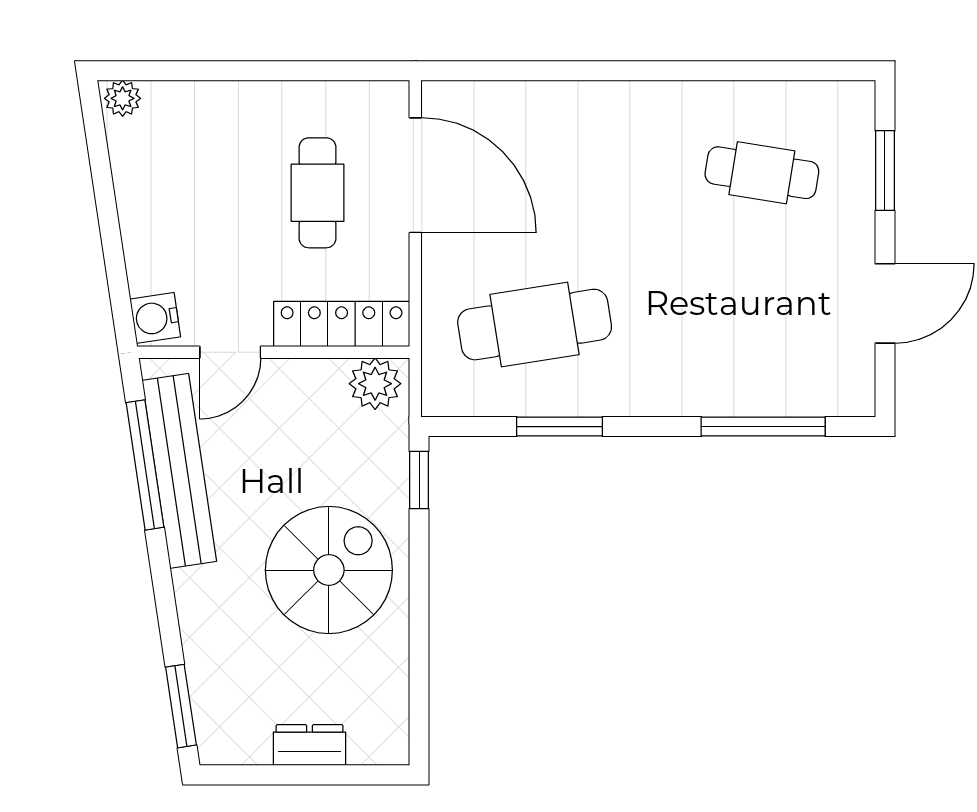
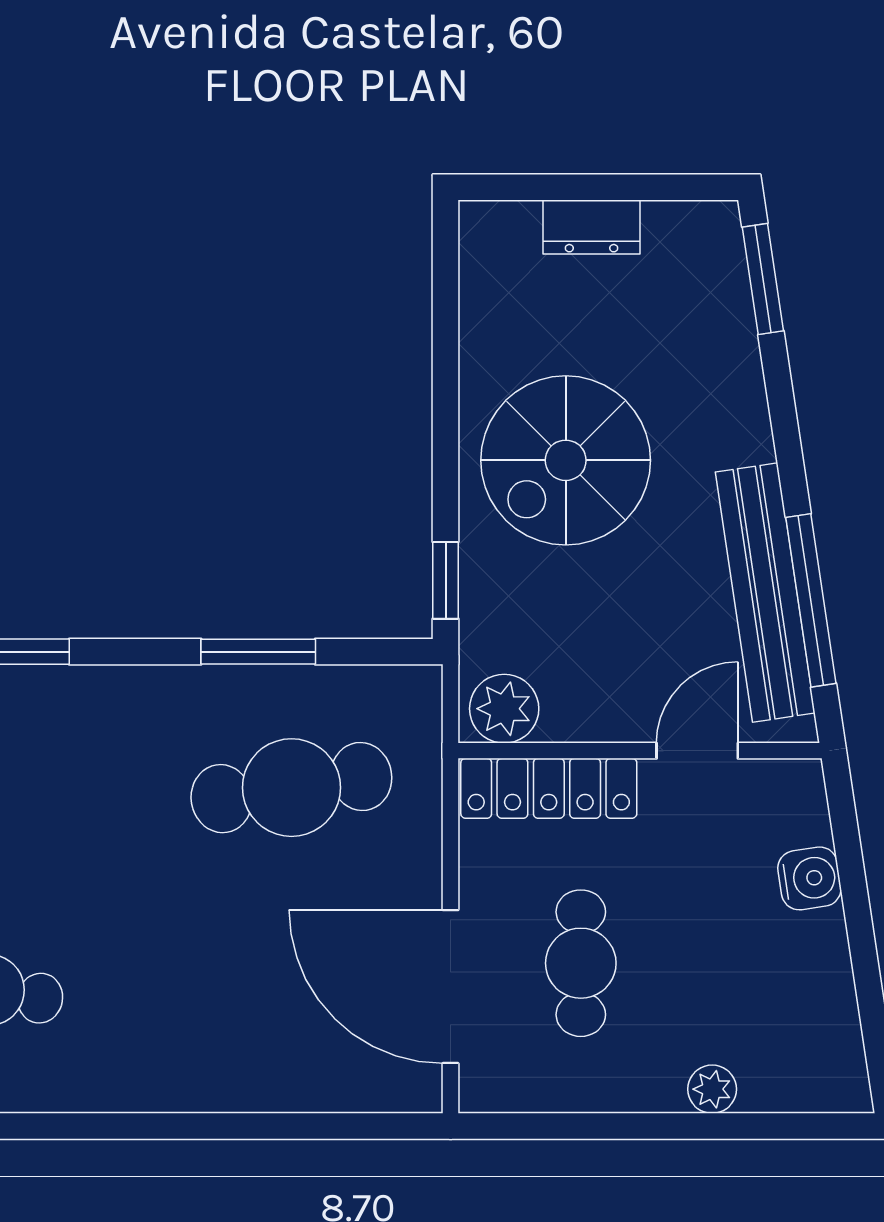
plant: (123, 98) -> (712, 1089), moved
water cooler: (155, 318) -> (809, 878), moved

